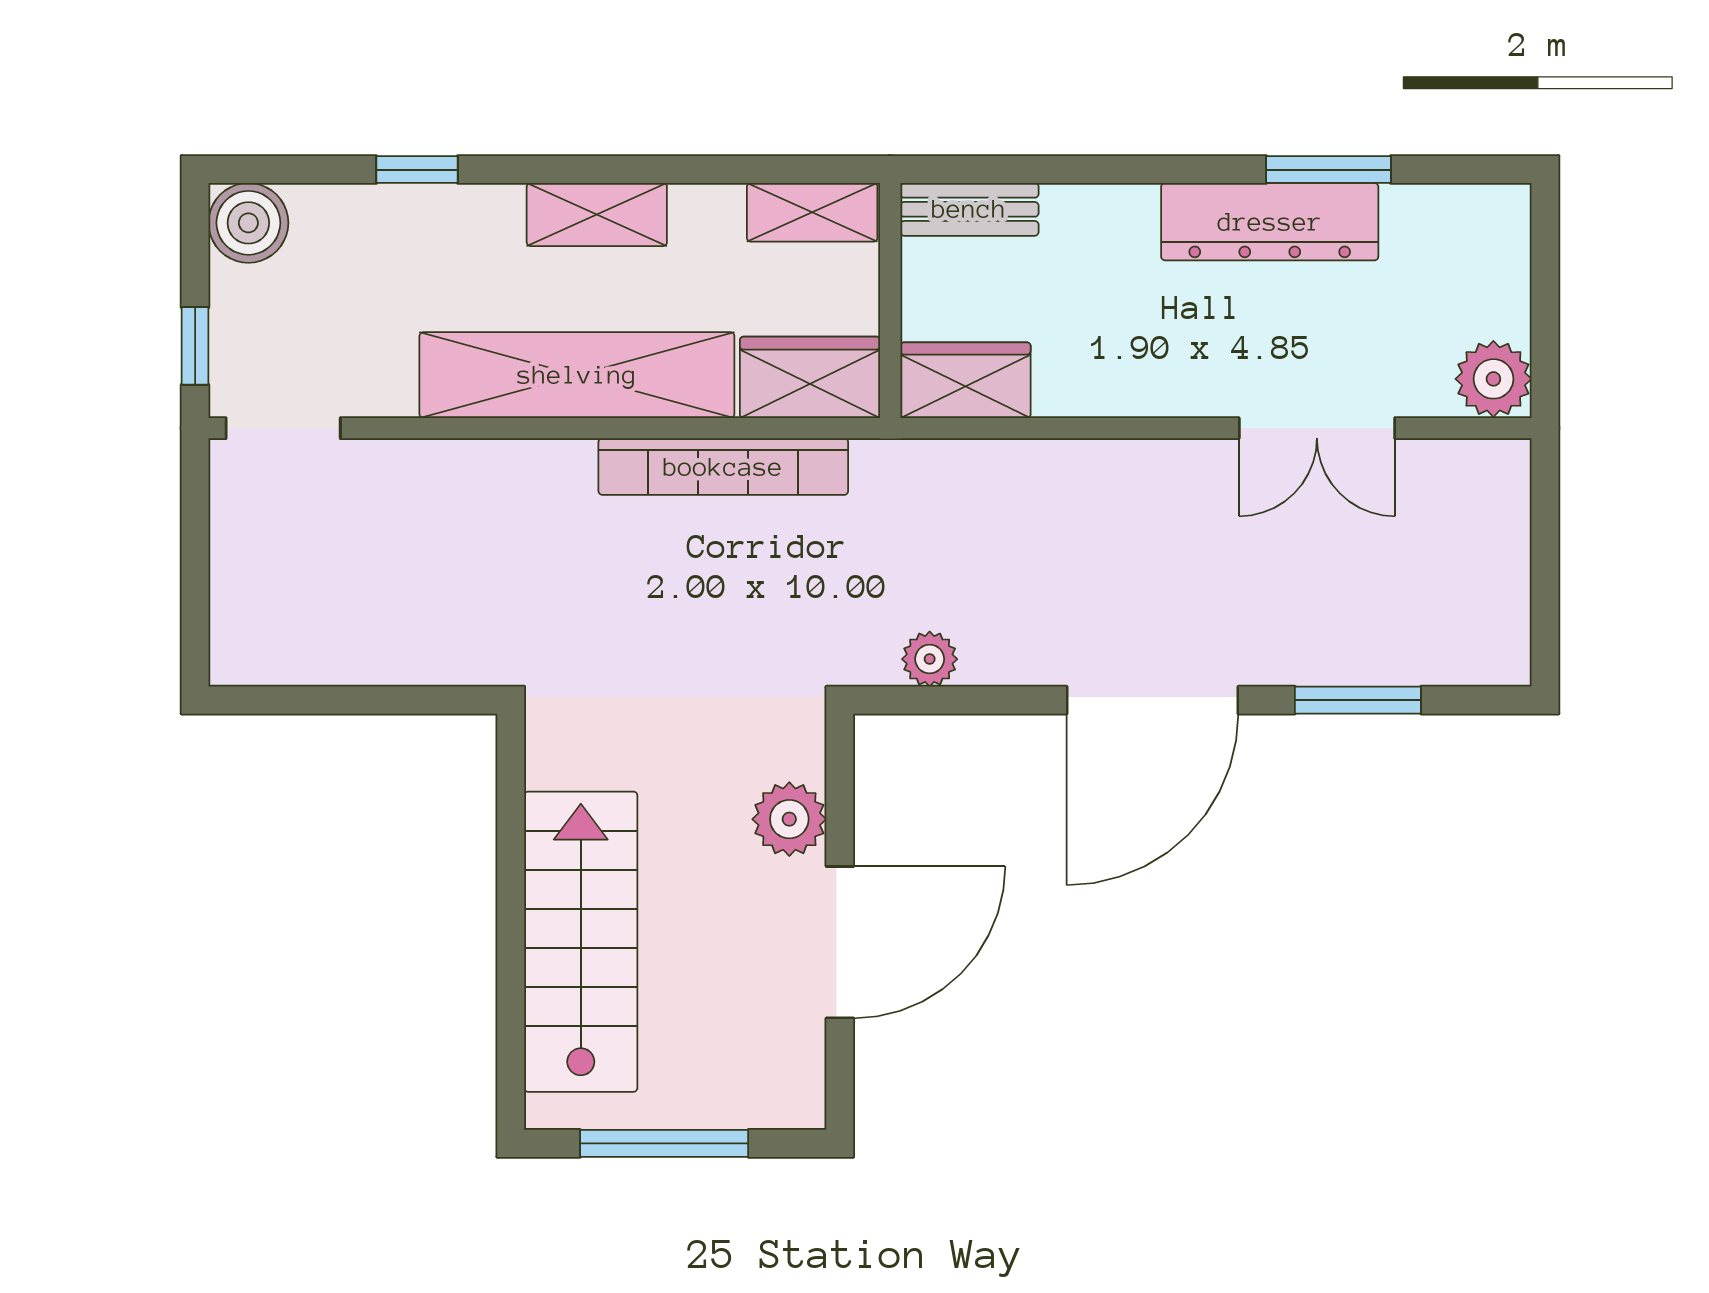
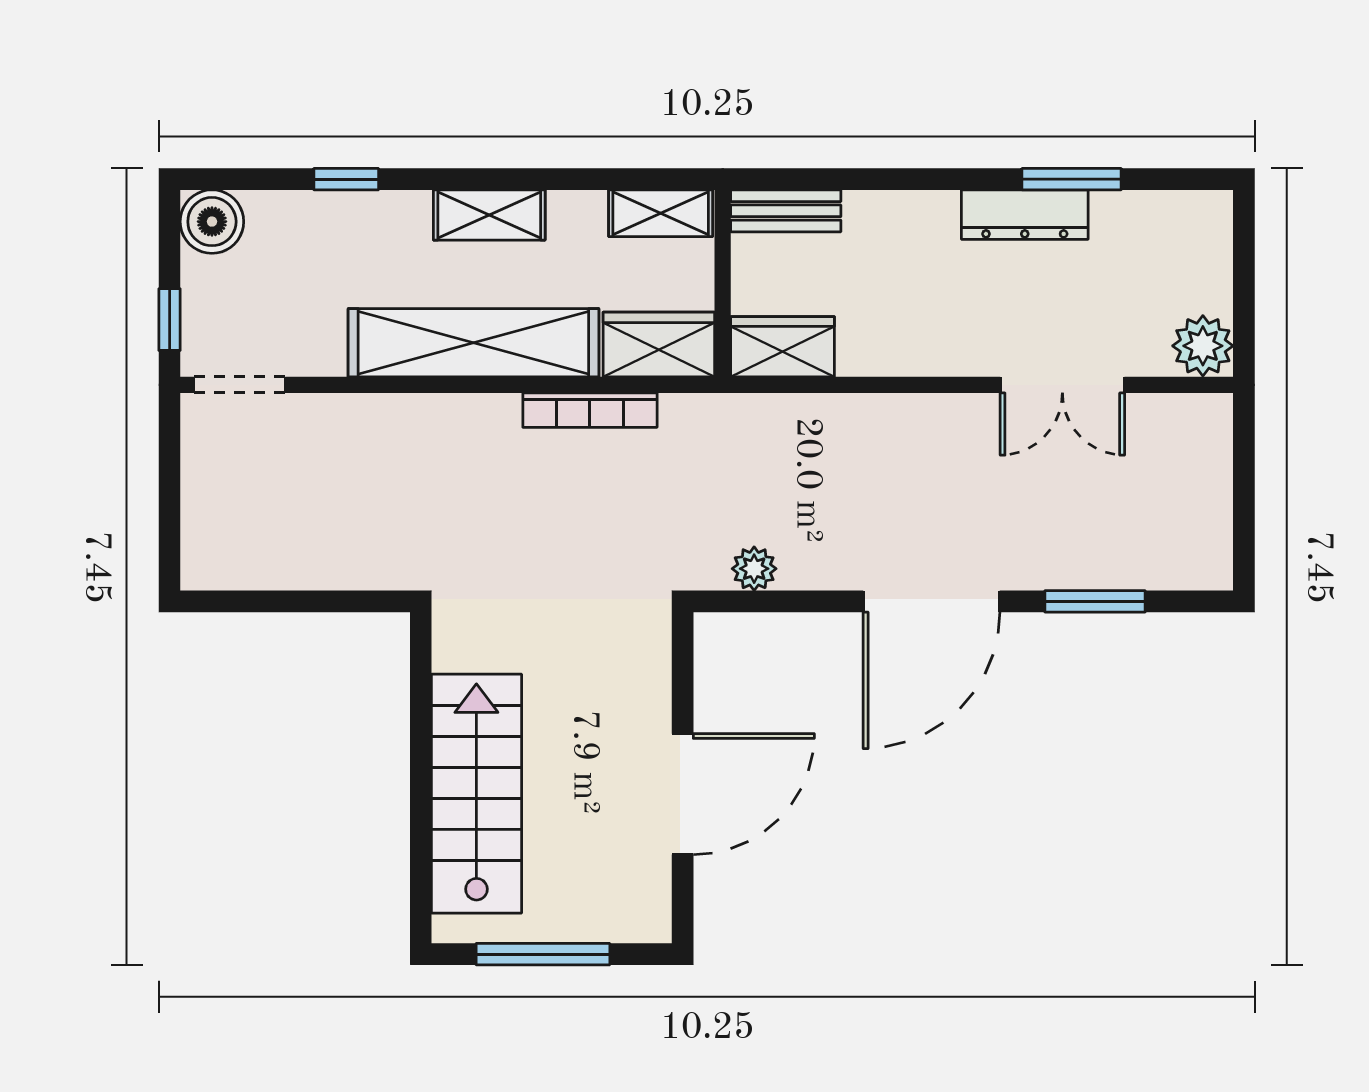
dresser: (1270, 222) -> (1025, 215), width x0.73, depth x0.80
bookcase: (723, 467) -> (590, 410), width x0.68, depth x0.76
plant: (789, 819) -> (642, 696), removed

